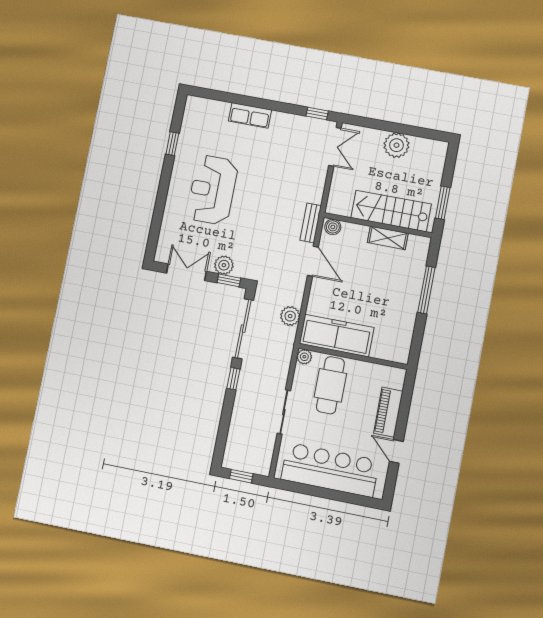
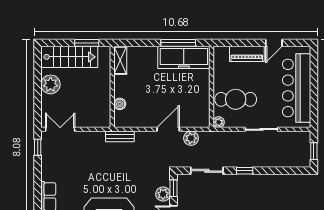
stairs: (391, 211) -> (69, 57), moved, turned -90
boiler: (333, 227) -> (120, 104), moved
shelving: (388, 238) -> (120, 60), moved
door: (313, 261) -> (168, 129), moved
window: (426, 290) -> (178, 43), moved
sliding door: (243, 329) -> (207, 171), width x0.73
freezer: (337, 336) -> (184, 57), moved, turned -90

